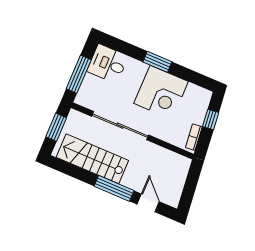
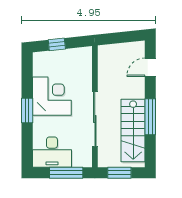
desk: (108, 64) -> (52, 152), width x1.37
bookcase: (194, 137) -> (78, 52), removed
window: (114, 188) -> (150, 117), moved

